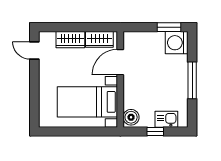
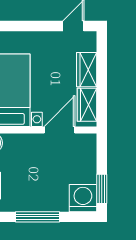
door: (120, 62) -> (60, 130), hinge flipped

